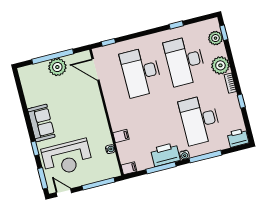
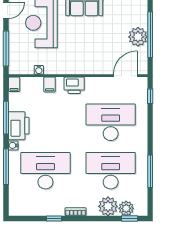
window: (176, 25) -> (150, 171), width x2.17
plant: (220, 65) -> (108, 206), moved
printer: (238, 138) -> (74, 85), moved, turned 90

